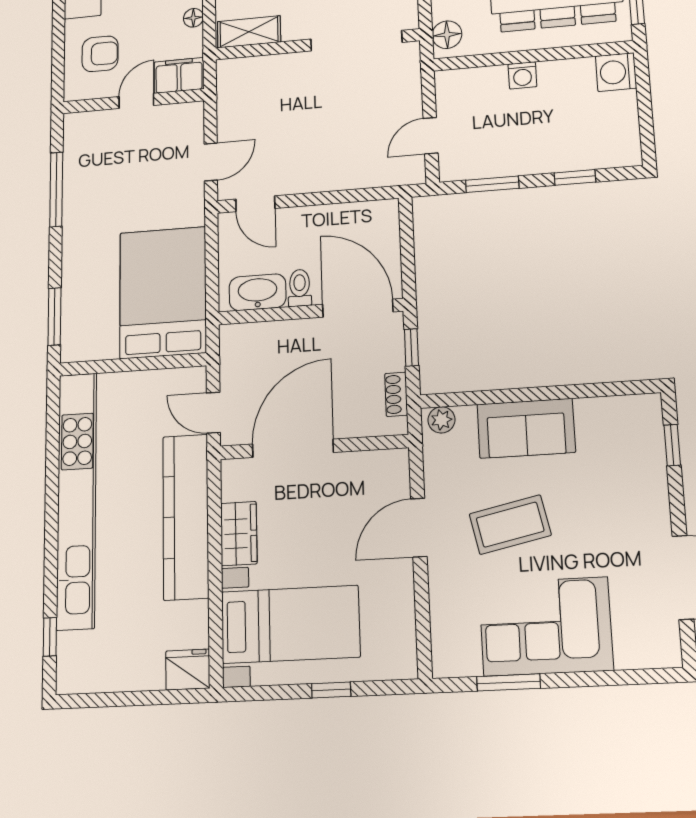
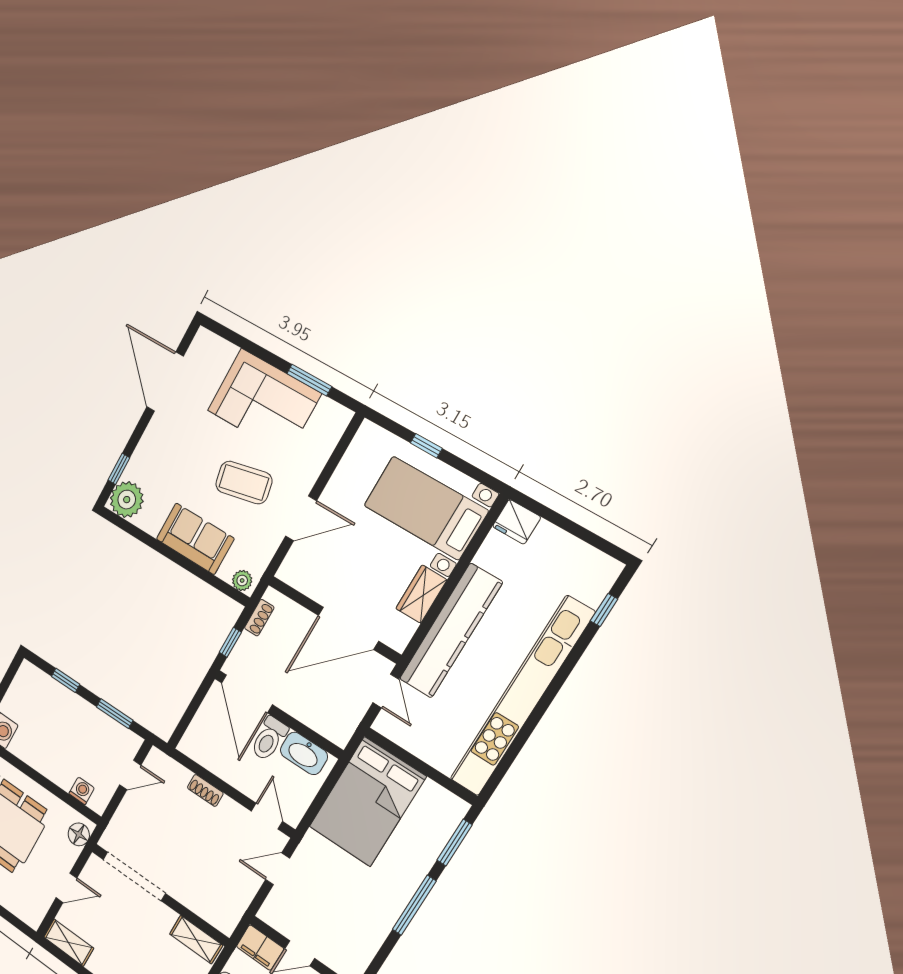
washing machine: (522, 75) -> (82, 791), moved
shoe rack: (337, 181) -> (205, 790), added
window: (56, 190) -> (414, 905), moved
toilet: (300, 288) -> (269, 739), width x1.37, depth x1.39
plant: (638, 418) -> (127, 500), added

